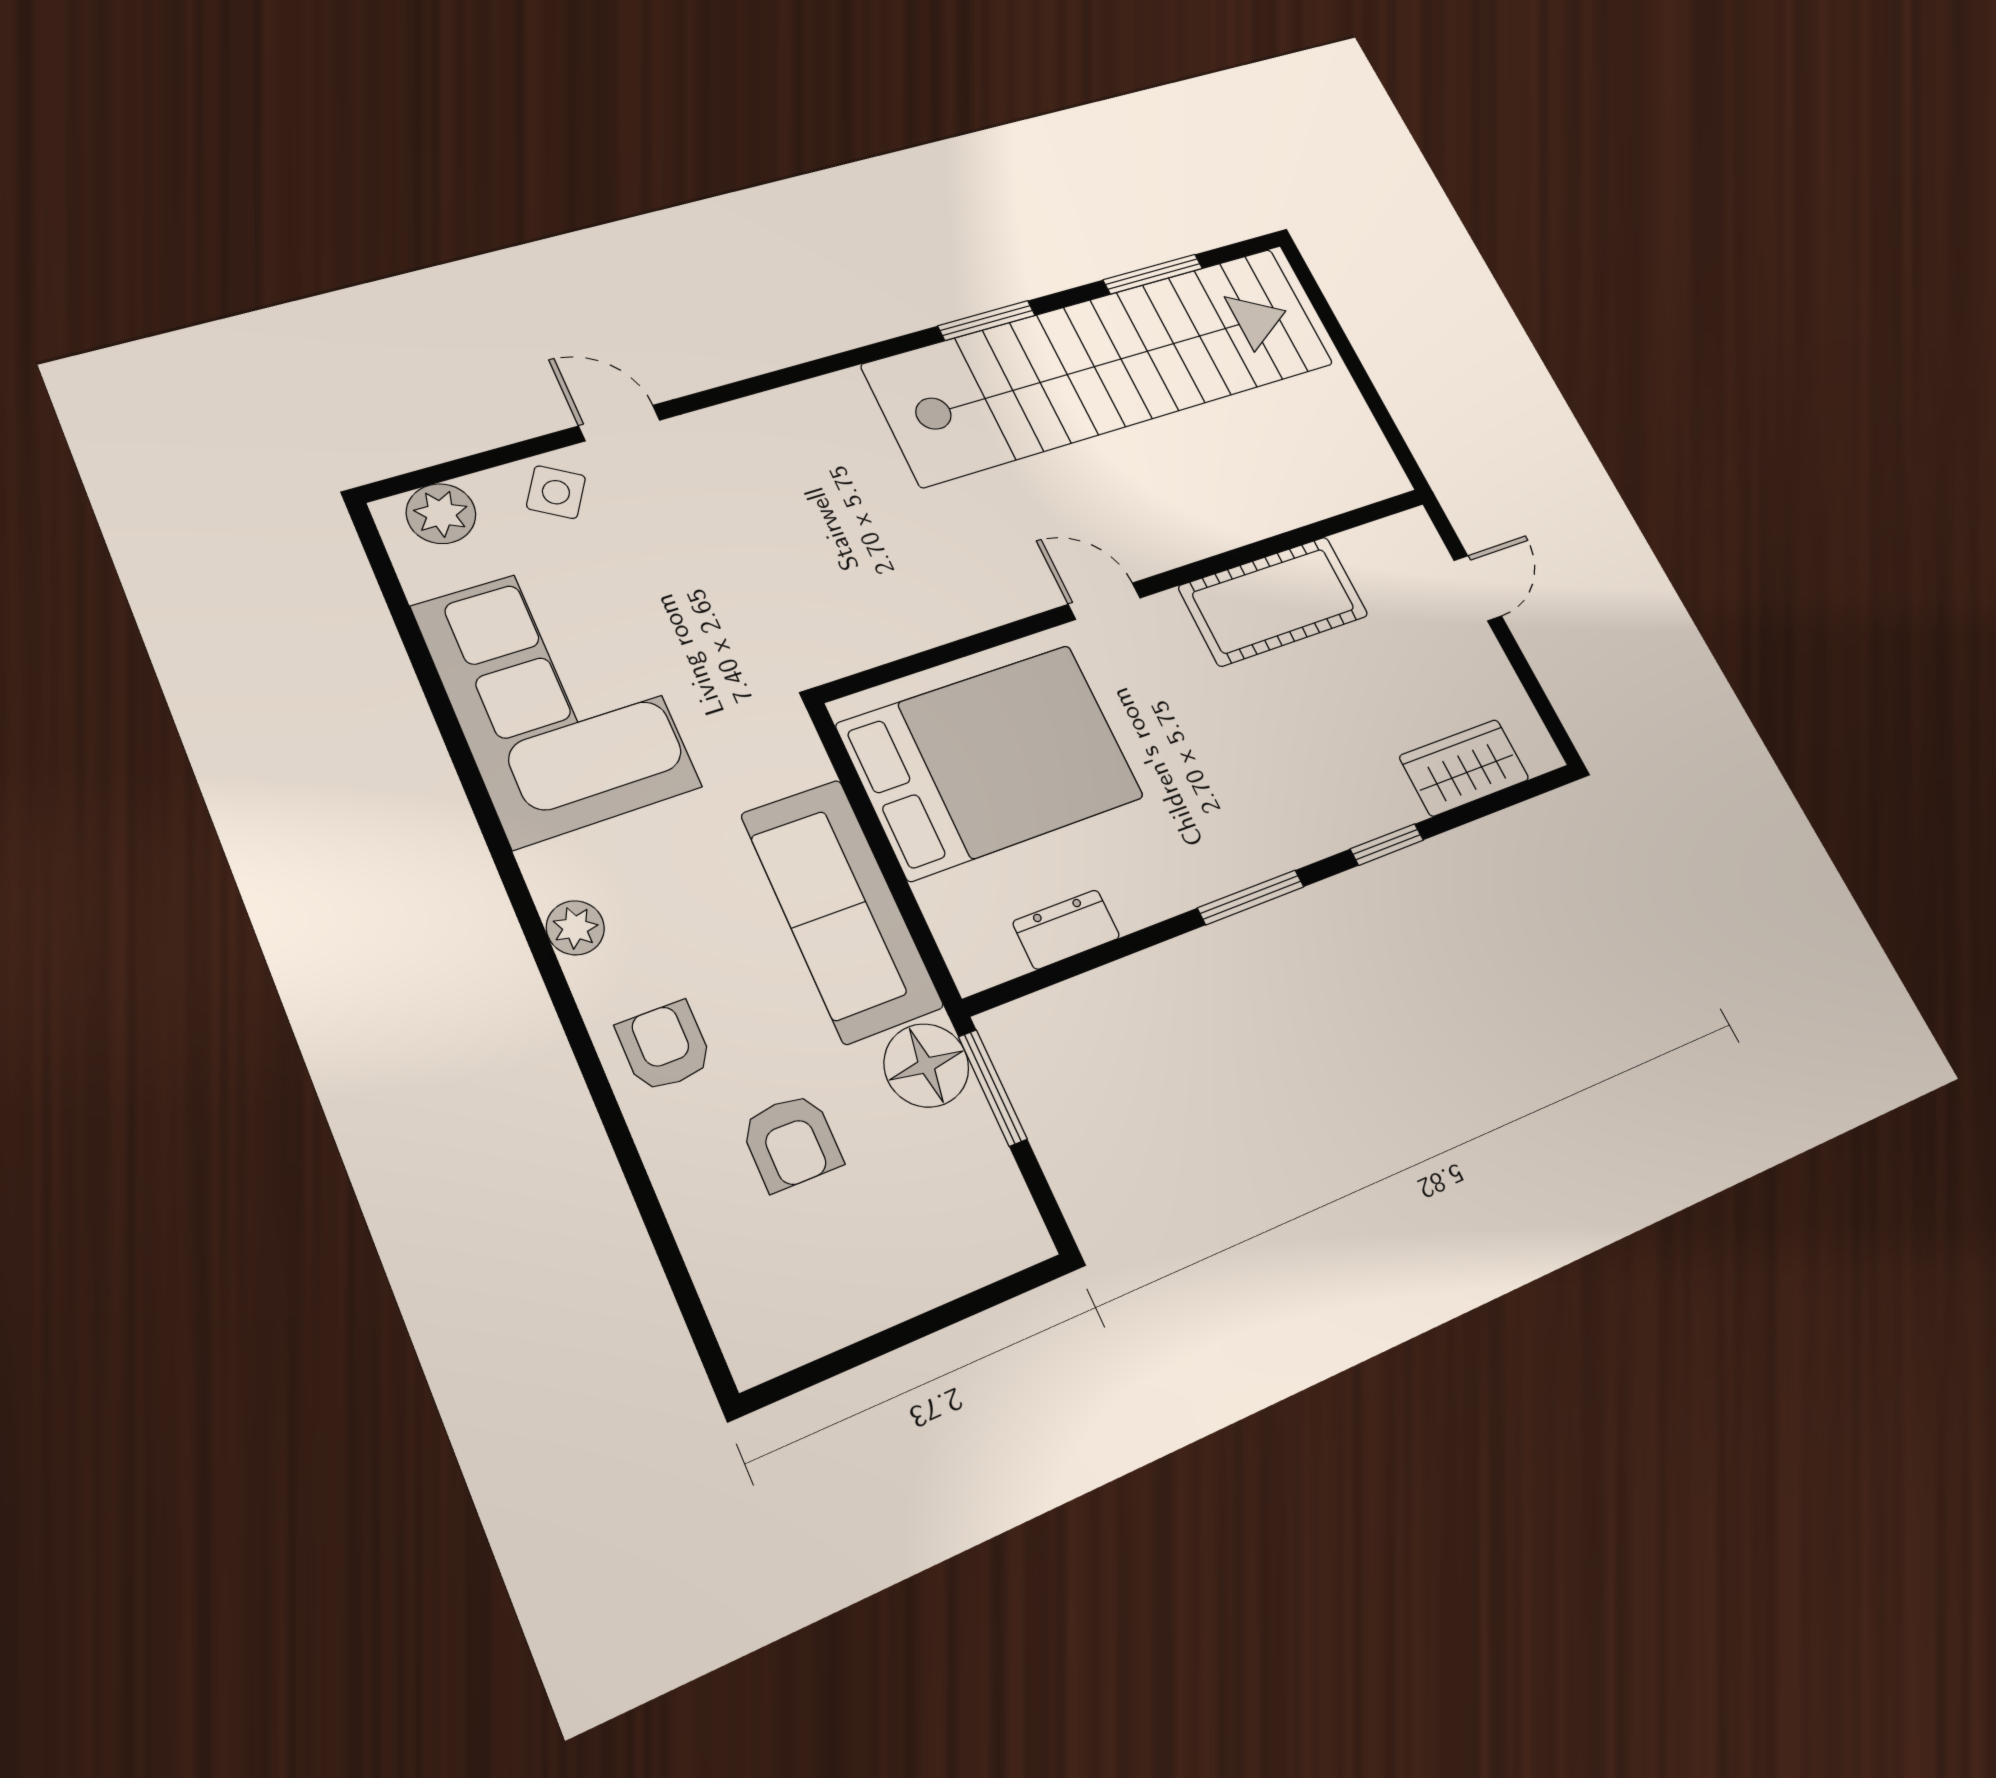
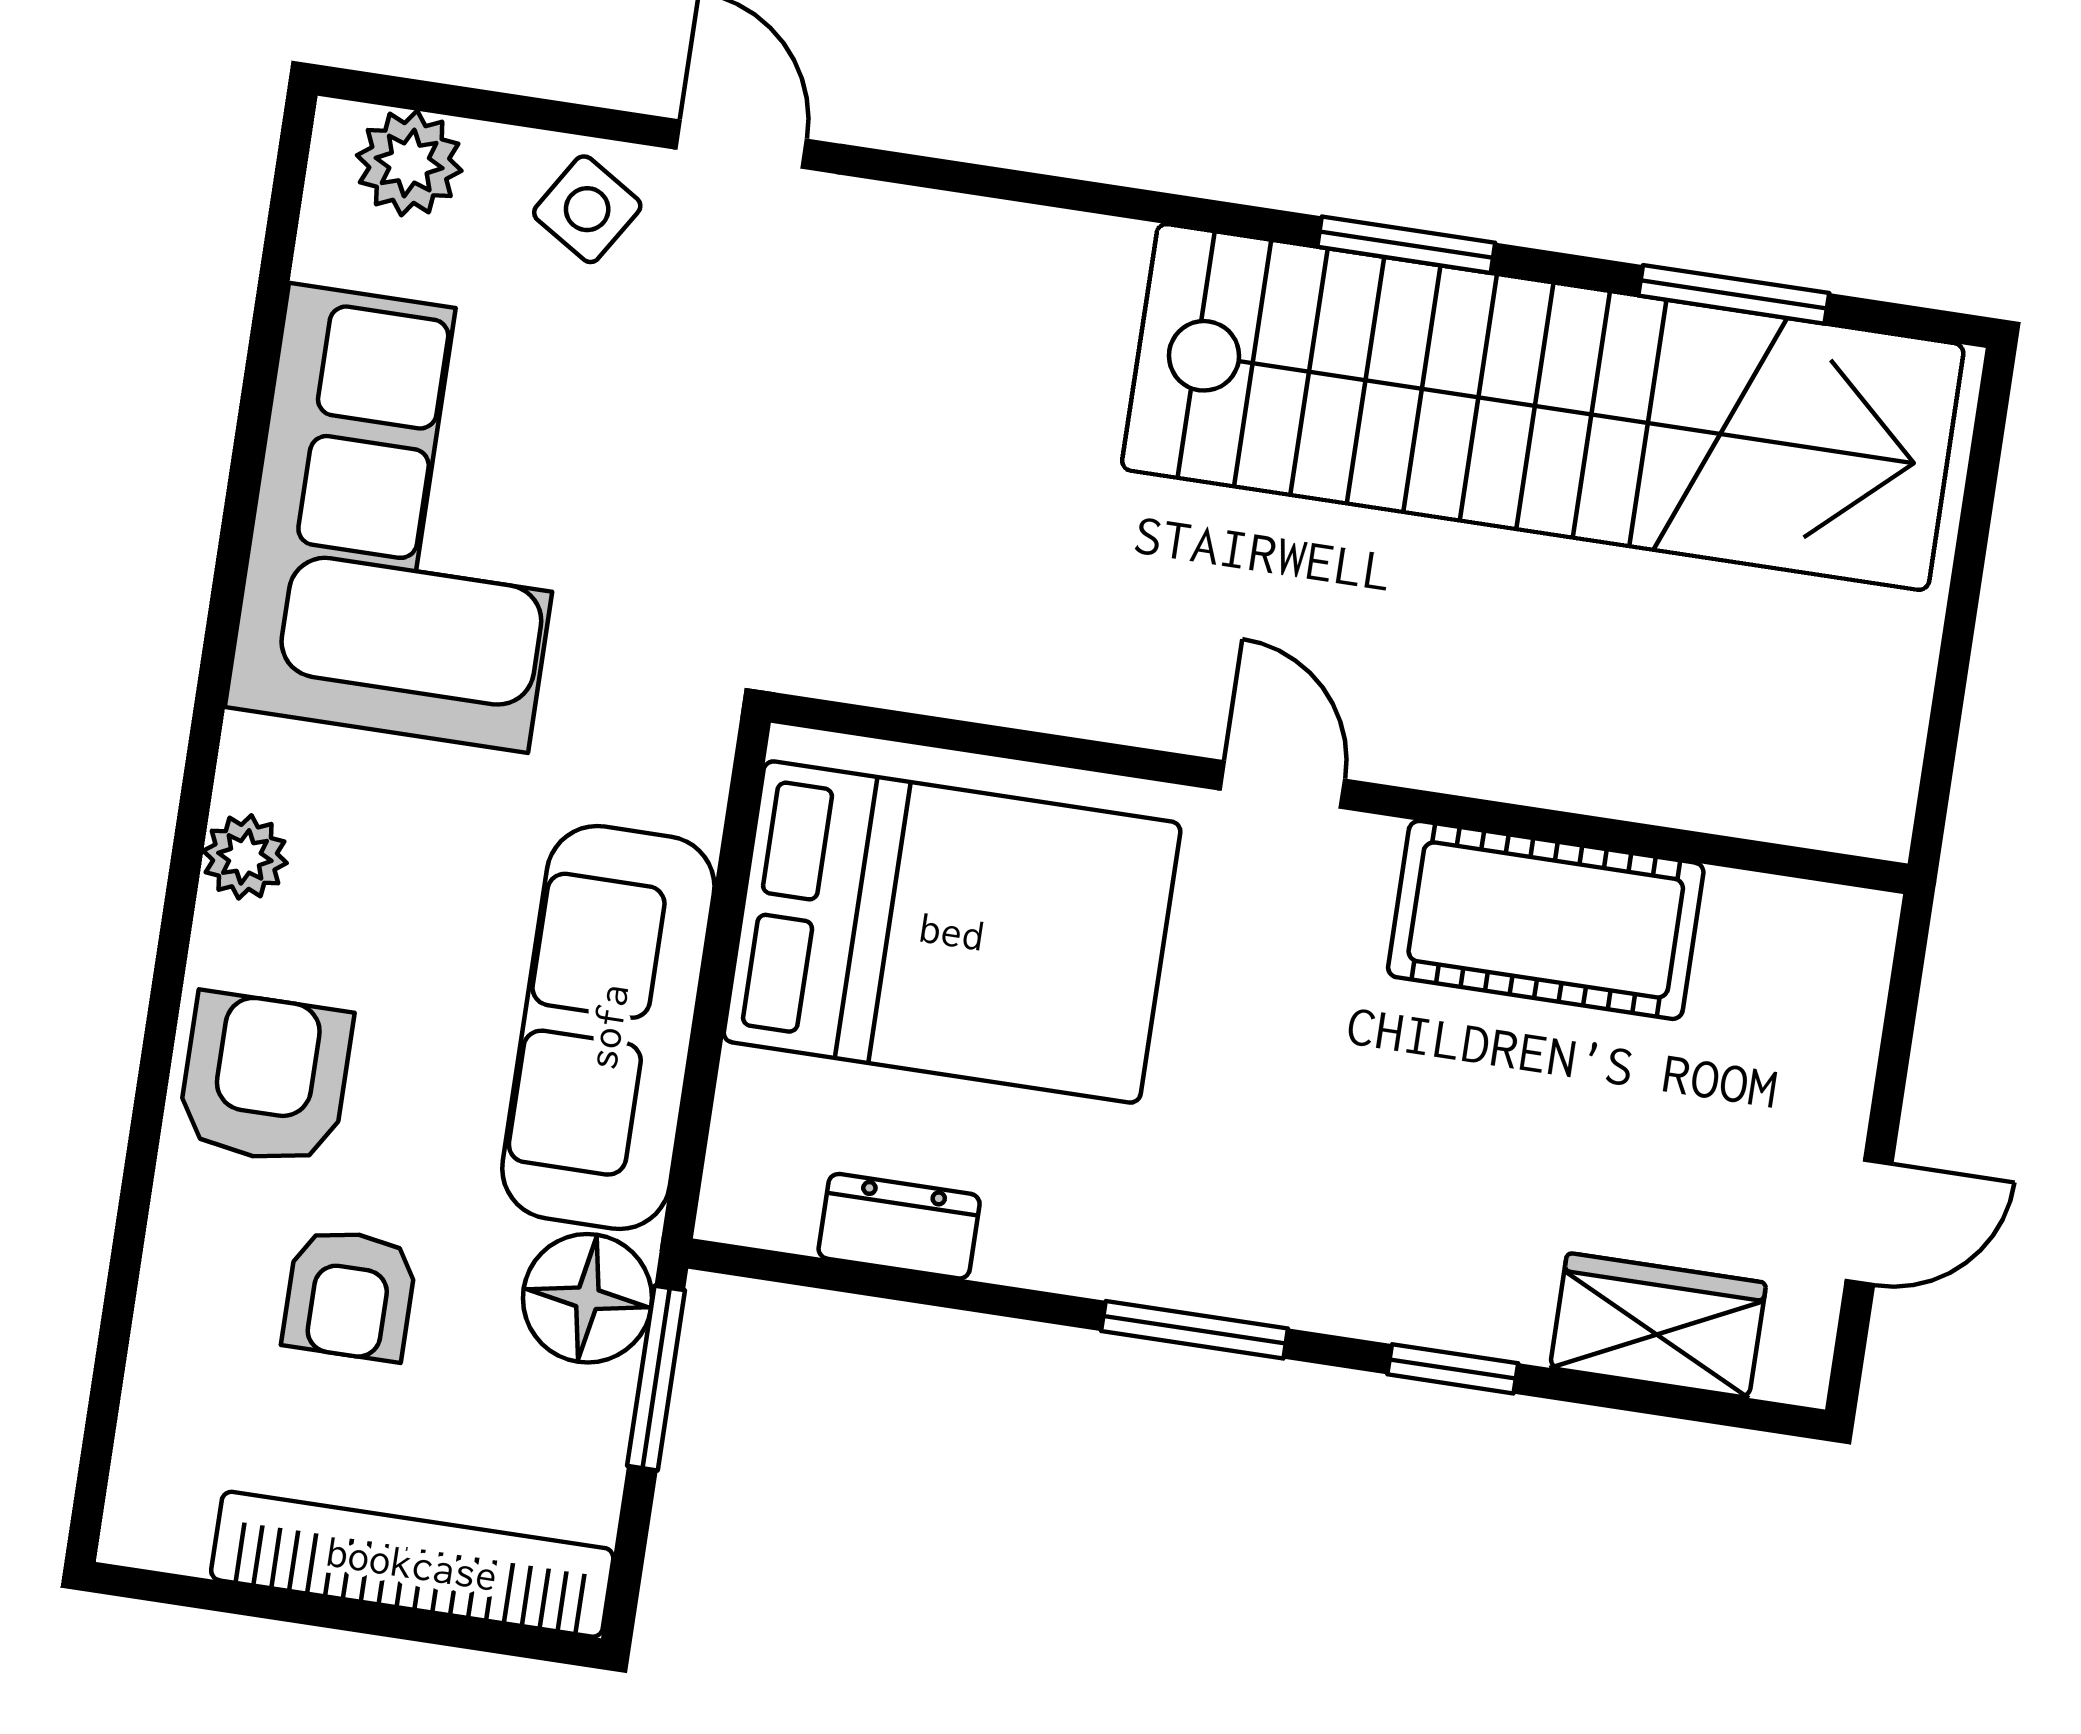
door: (1478, 588) -> (1869, 1222), moved
armchair: (665, 1046) -> (265, 1079), width x1.38, depth x1.38
bookcase: (926, 1278) -> (412, 1564), added

